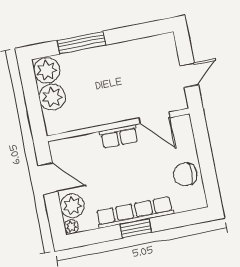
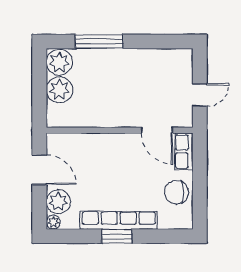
row of seats: (119, 136) -> (184, 151), moved, turned 90

